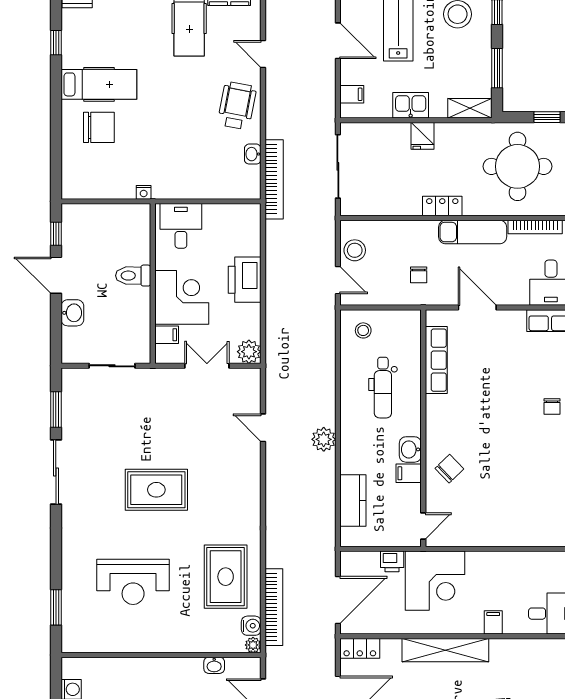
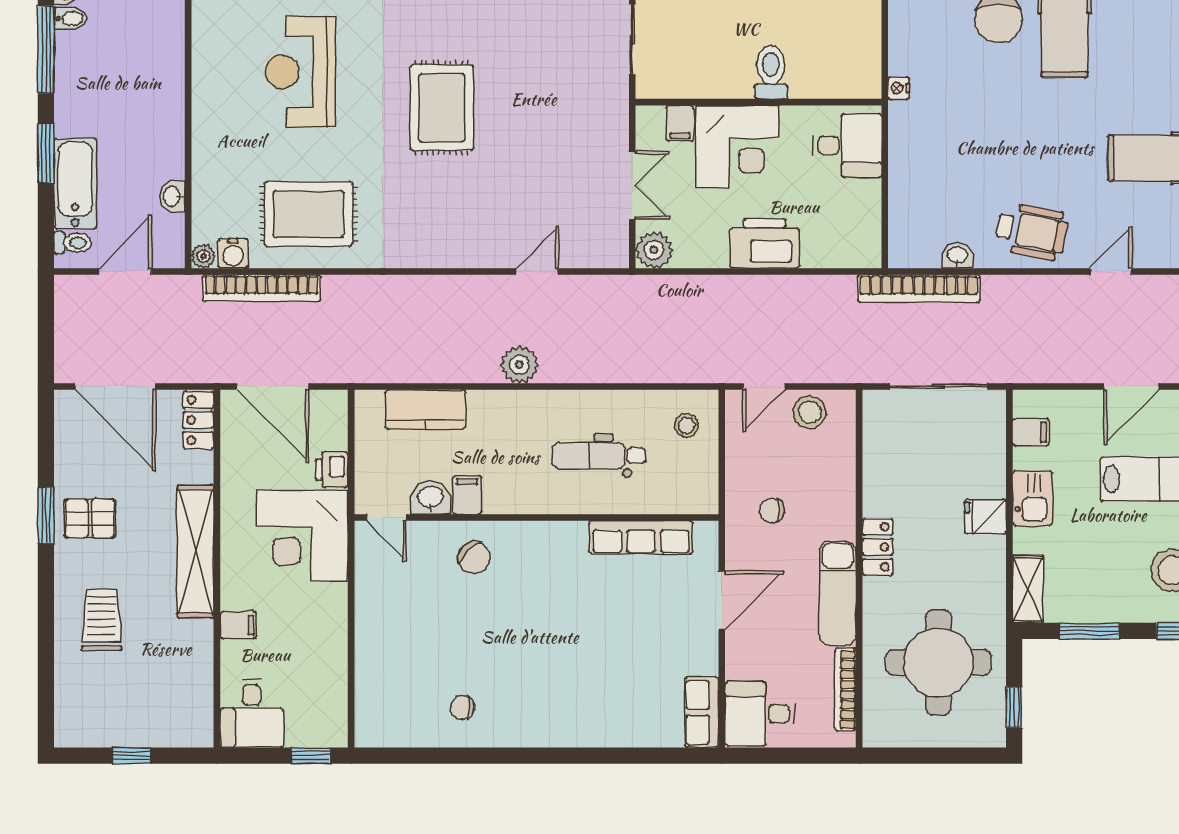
filing cabinet: (352, 94) -> (1031, 432), moved, turned -90
chair: (552, 406) -> (462, 707), moved
washbasin: (410, 449) -> (430, 498), moved

